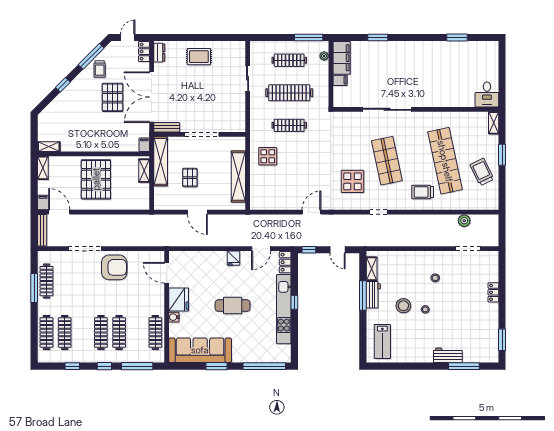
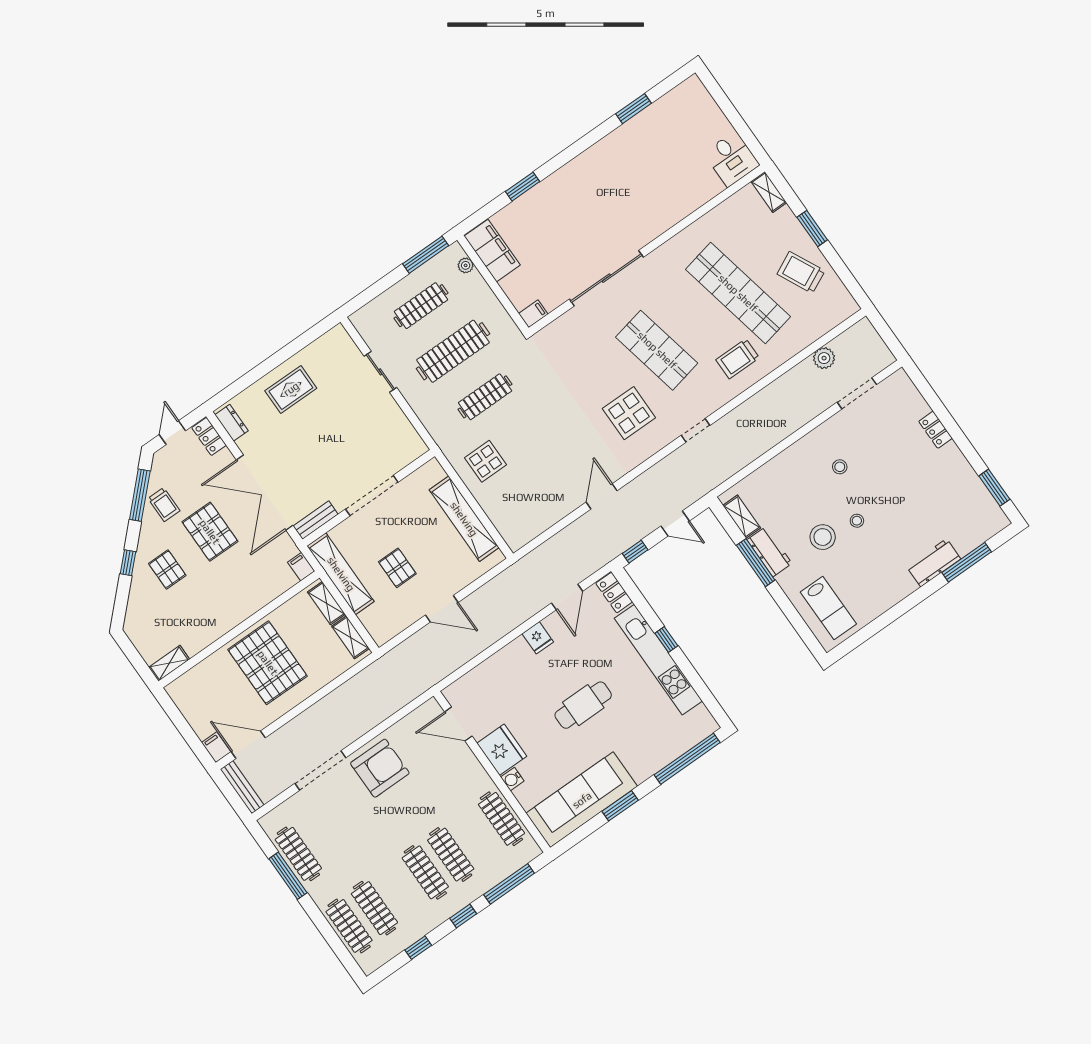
filing cabinet: (340, 80) -> (533, 314), moved
pallet: (79, 101) -> (167, 569), added
shelving: (43, 168) -> (350, 637), moved

